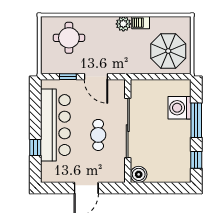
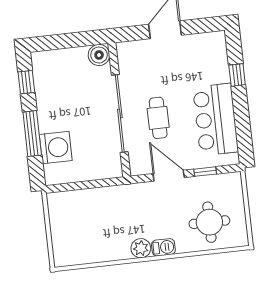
barbecue: (141, 23) -> (163, 247), moved
parasol: (168, 51) -> (79, 219), removed
bar counter: (55, 125) -> (216, 119), width x0.73
cafe table: (98, 135) -> (158, 118), moved

